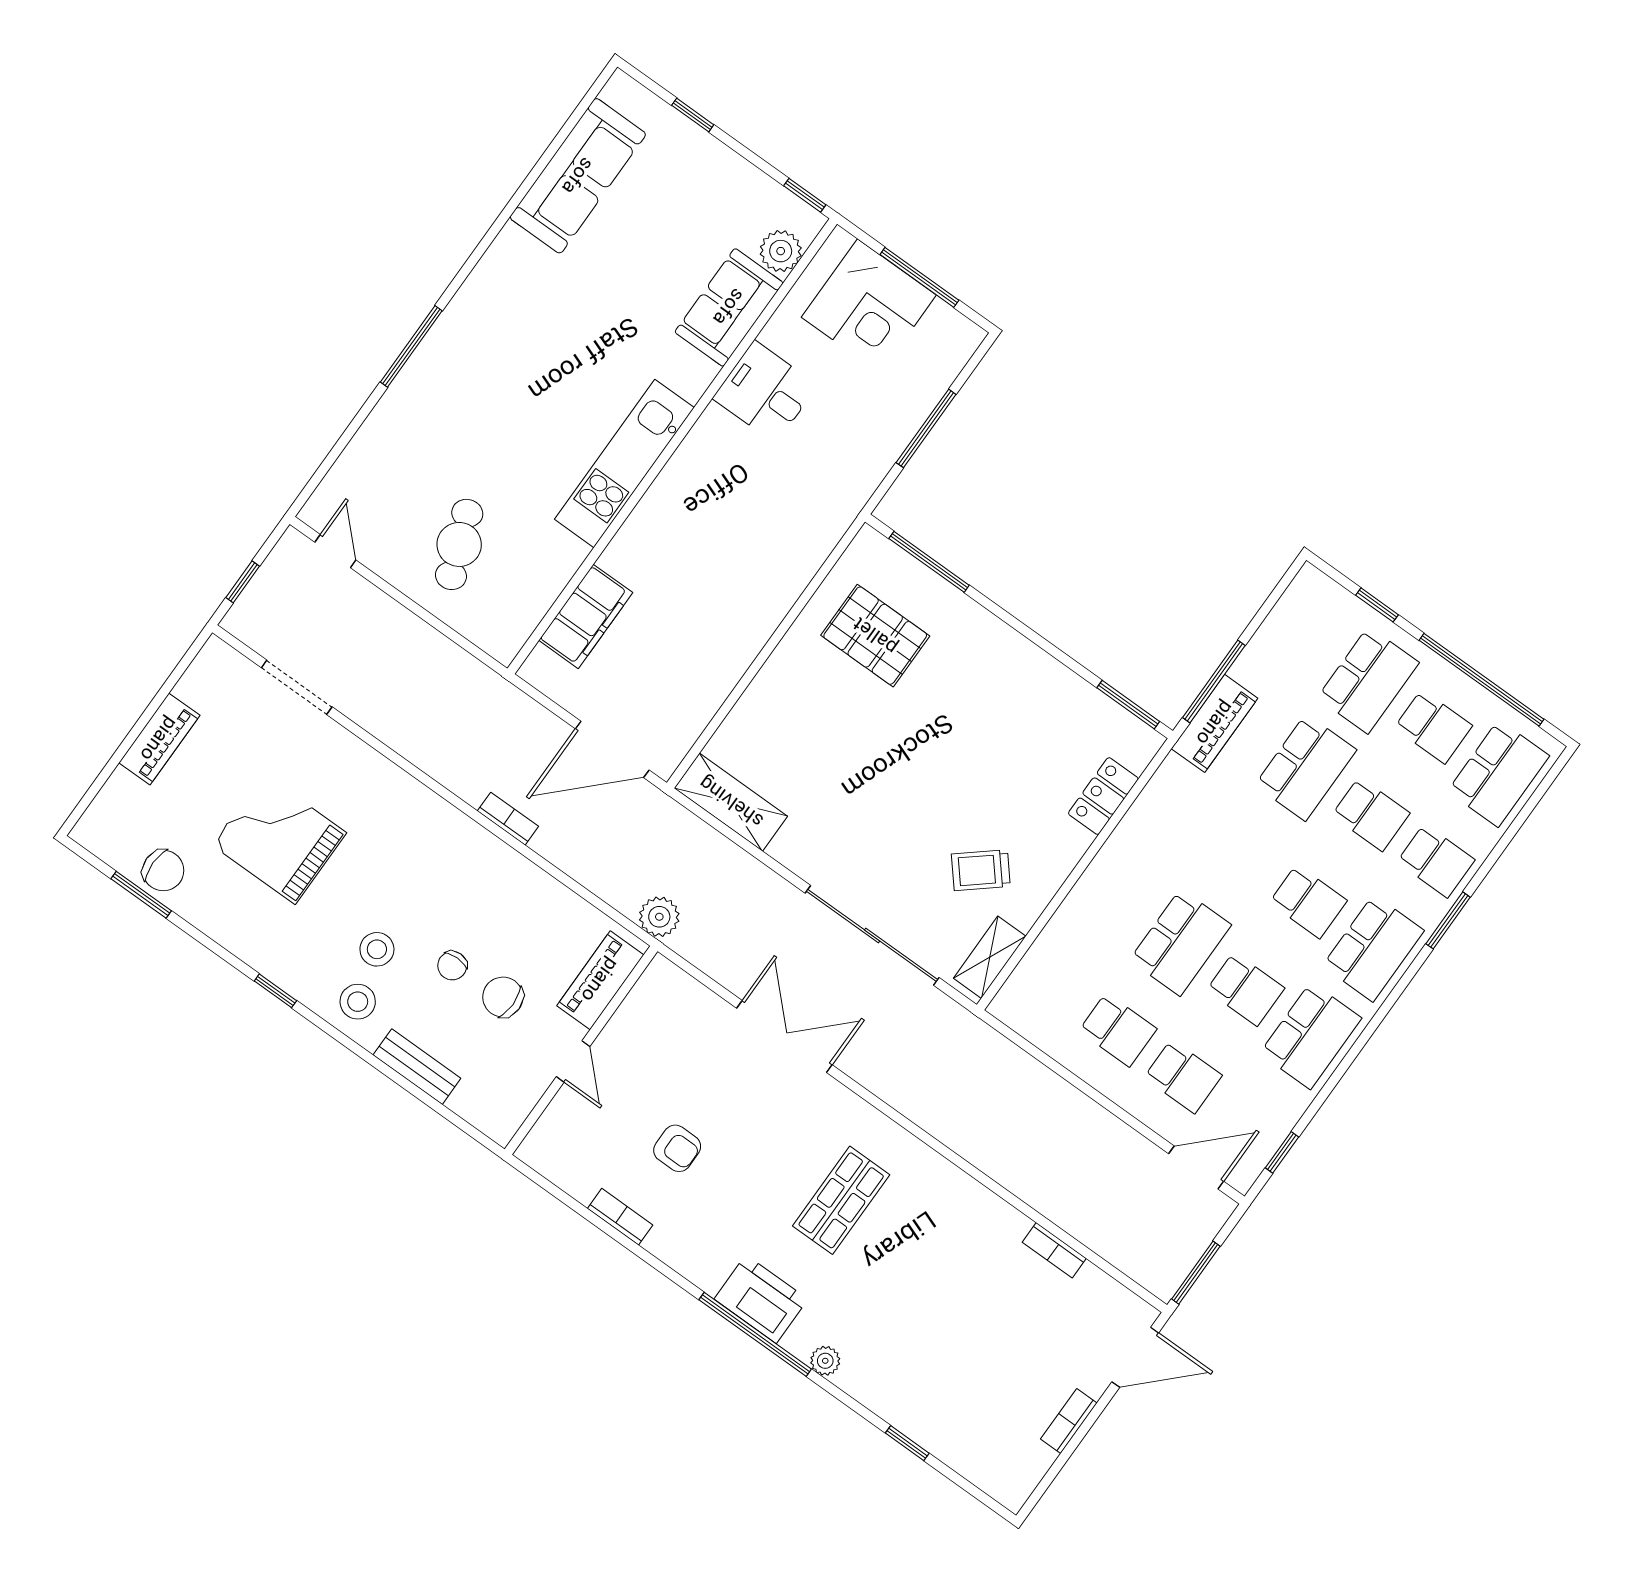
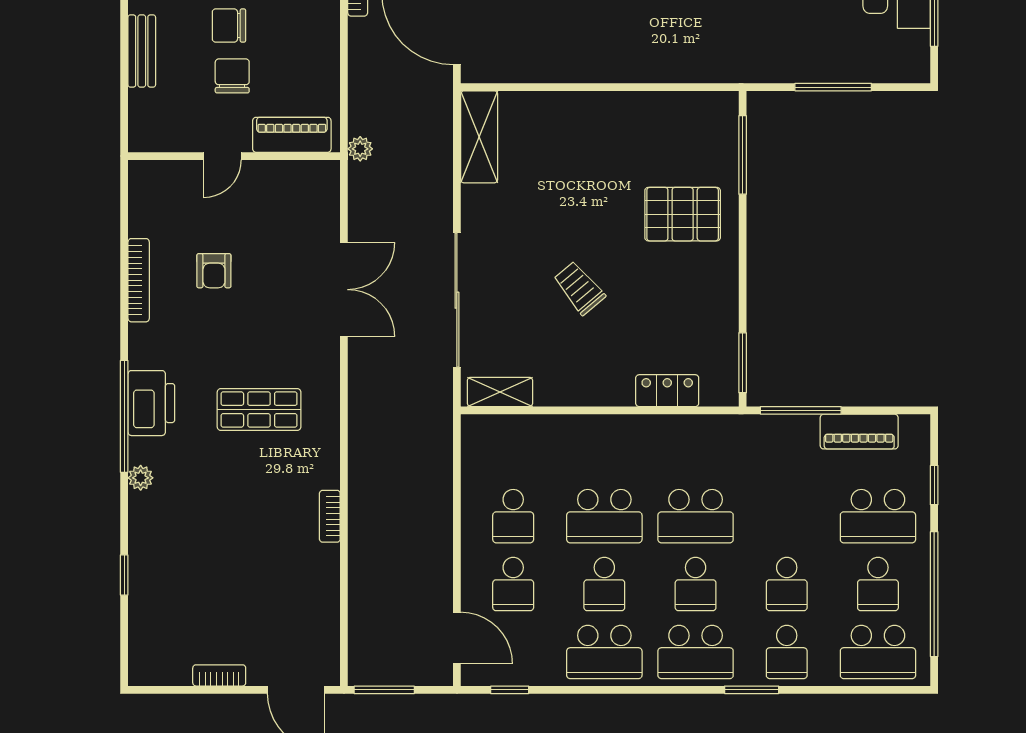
pallet: (875, 636) -> (683, 214), moved, turned 90
piano: (1215, 723) -> (859, 432), moved
school desk: (1306, 768) -> (696, 516), moved
trolley: (981, 870) -> (579, 288), moved
plant: (659, 917) -> (360, 149), width x0.73, depth x0.73
chair: (452, 966) -> (229, 25), width x1.37, depth x1.37
bookcase: (620, 1217) -> (139, 280), width x1.56
bookcase: (1054, 1250) -> (330, 516), moved

